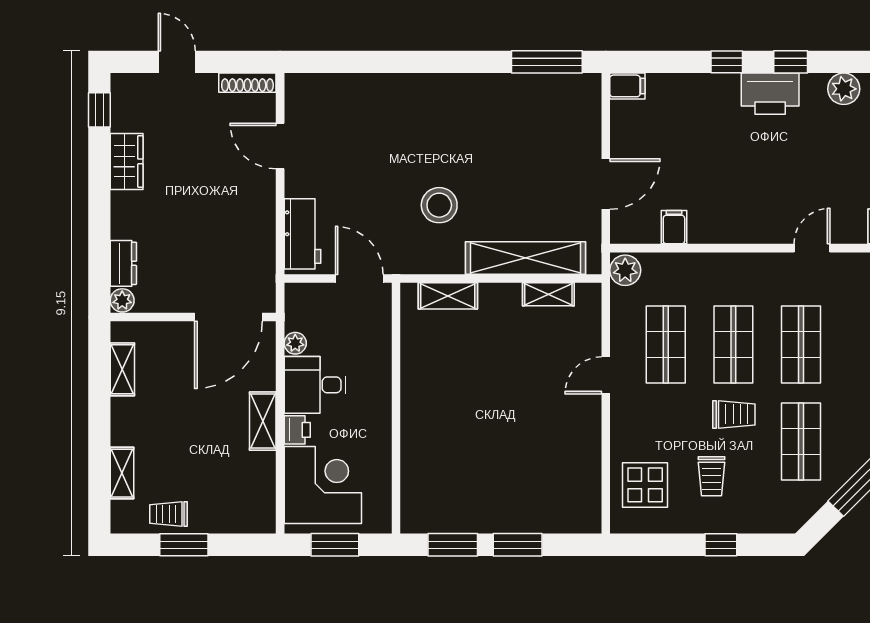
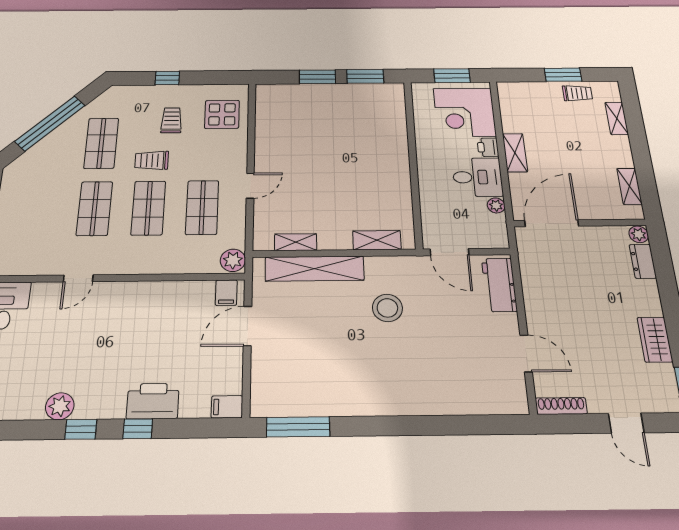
plant: (844, 89) -> (60, 406), moved
printer: (770, 94) -> (153, 401), moved
filing cabinet: (674, 227) -> (226, 293), moved

